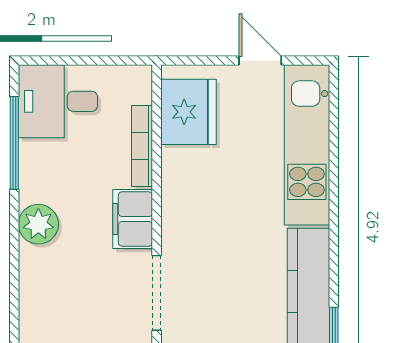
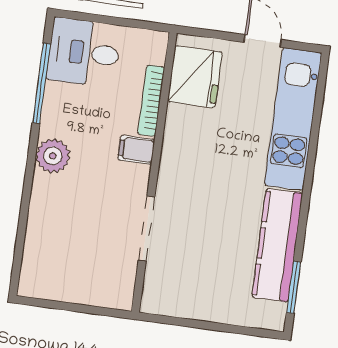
filing cabinet: (133, 219) -> (136, 150), width x0.50

